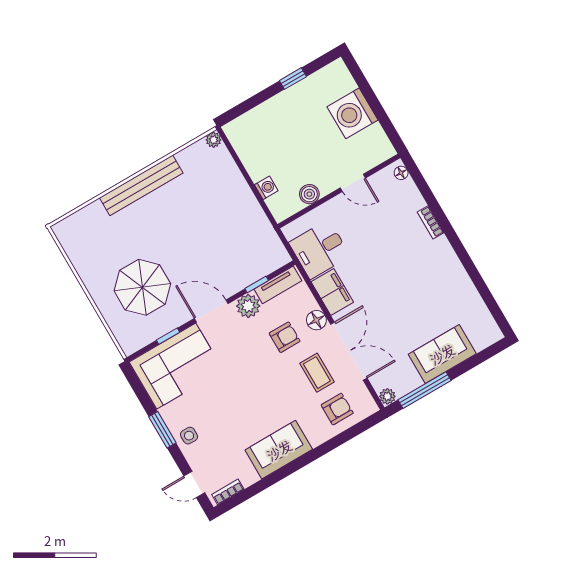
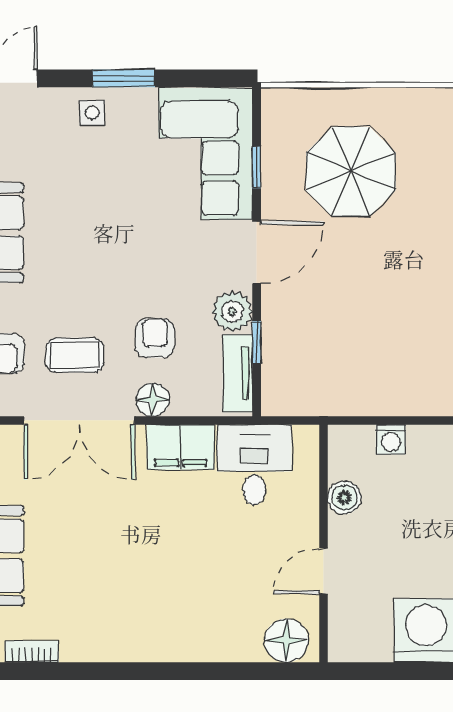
floor lamp: (401, 173) -> (286, 641), width x1.89, depth x1.89
bookcase: (431, 222) -> (32, 652), moved
armchair: (285, 337) -> (155, 338), turned 180

